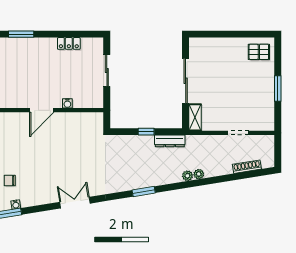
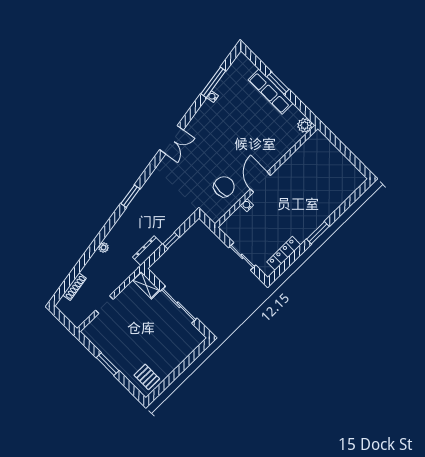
window: (21, 34) -> (318, 233), moved
locker: (69, 43) -> (284, 253), width x1.53
pallet: (259, 52) -> (147, 377), turned 90
plant: (187, 176) -> (110, 238), removed
chair: (10, 181) -> (224, 187), moved, width x1.87, depth x1.87

